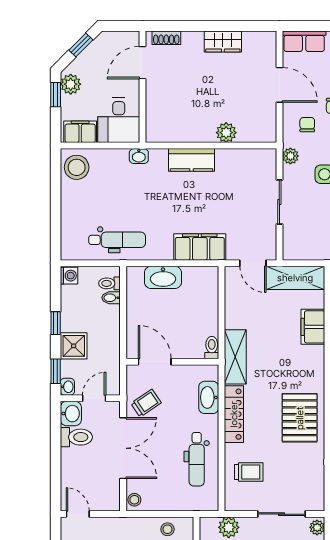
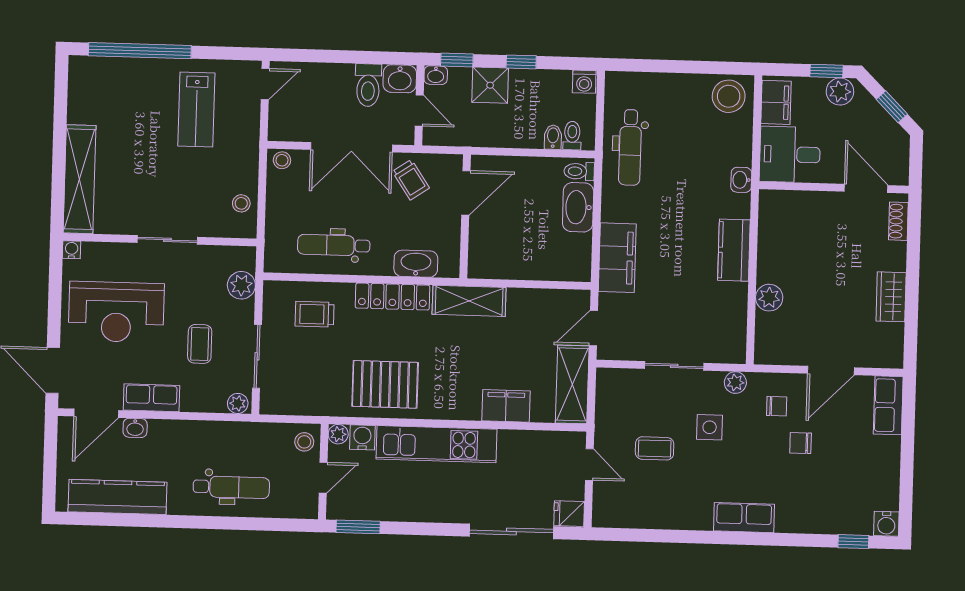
toilet: (212, 348) -> (579, 171), moved, turned 180
trolley: (249, 472) -> (315, 314), turned 90

